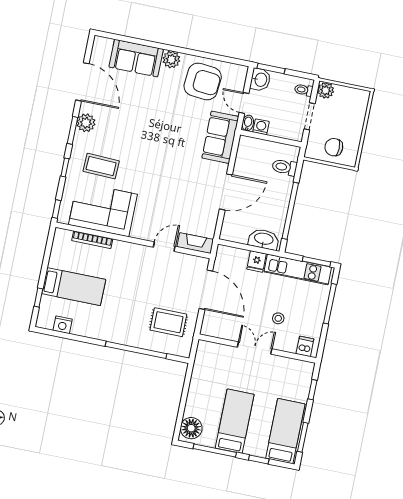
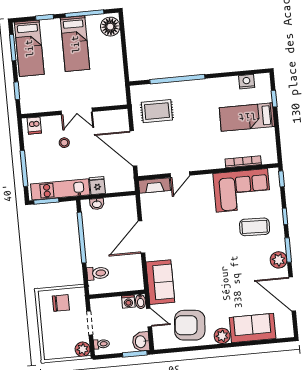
washbasin: (264, 239) -> (97, 204), width x0.52, depth x0.69

